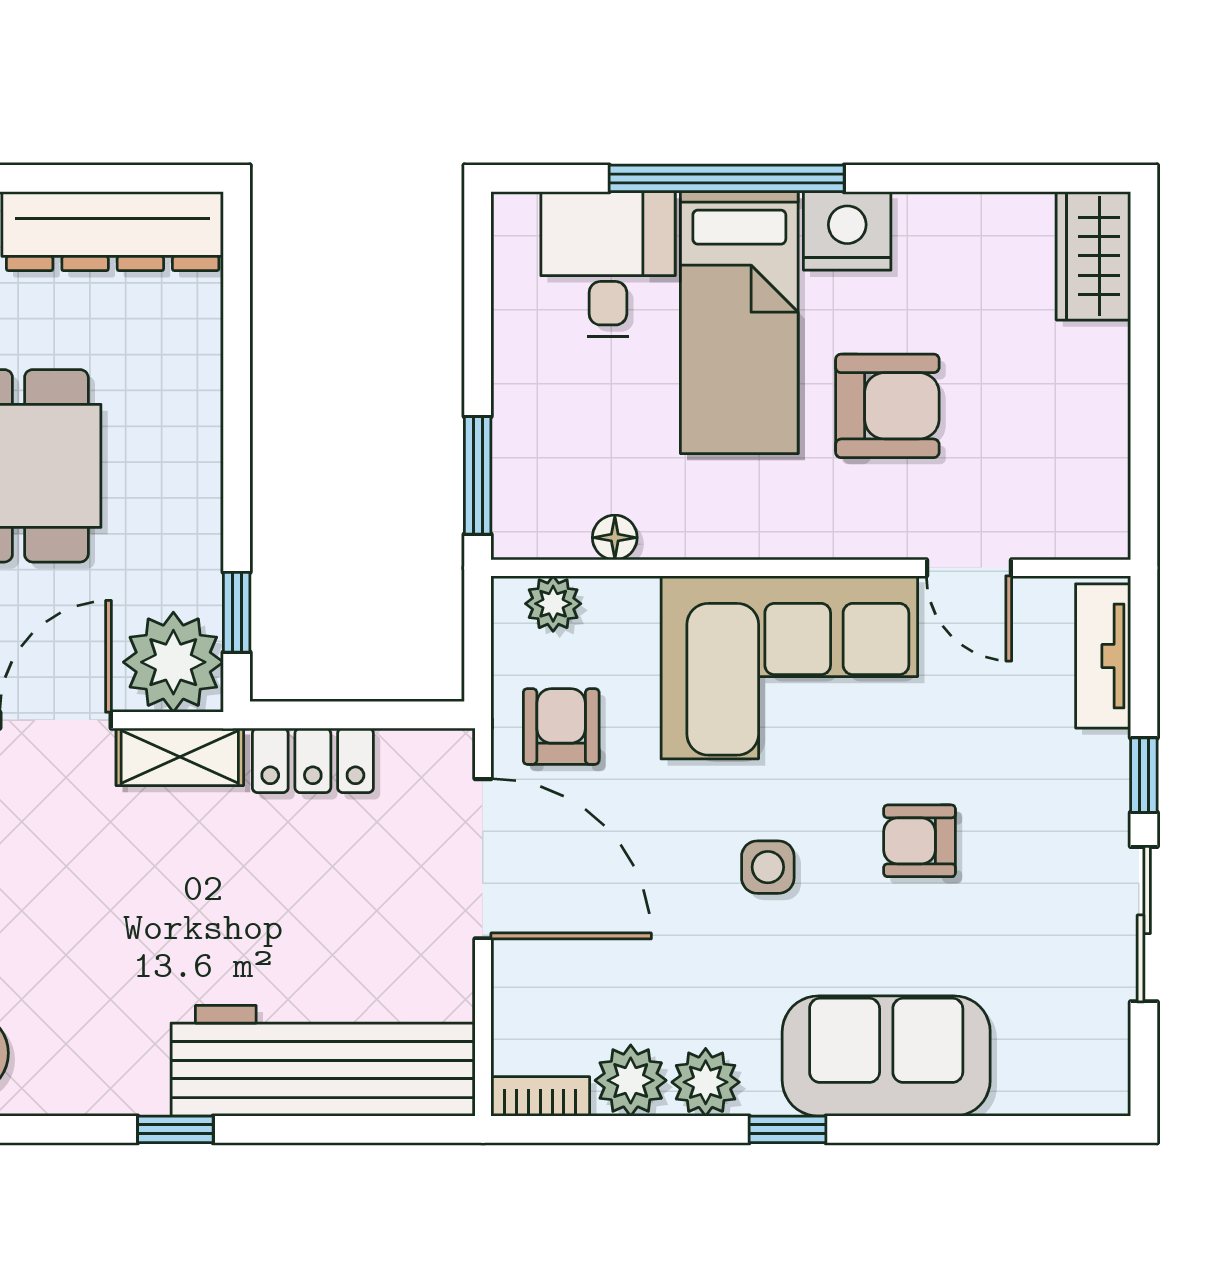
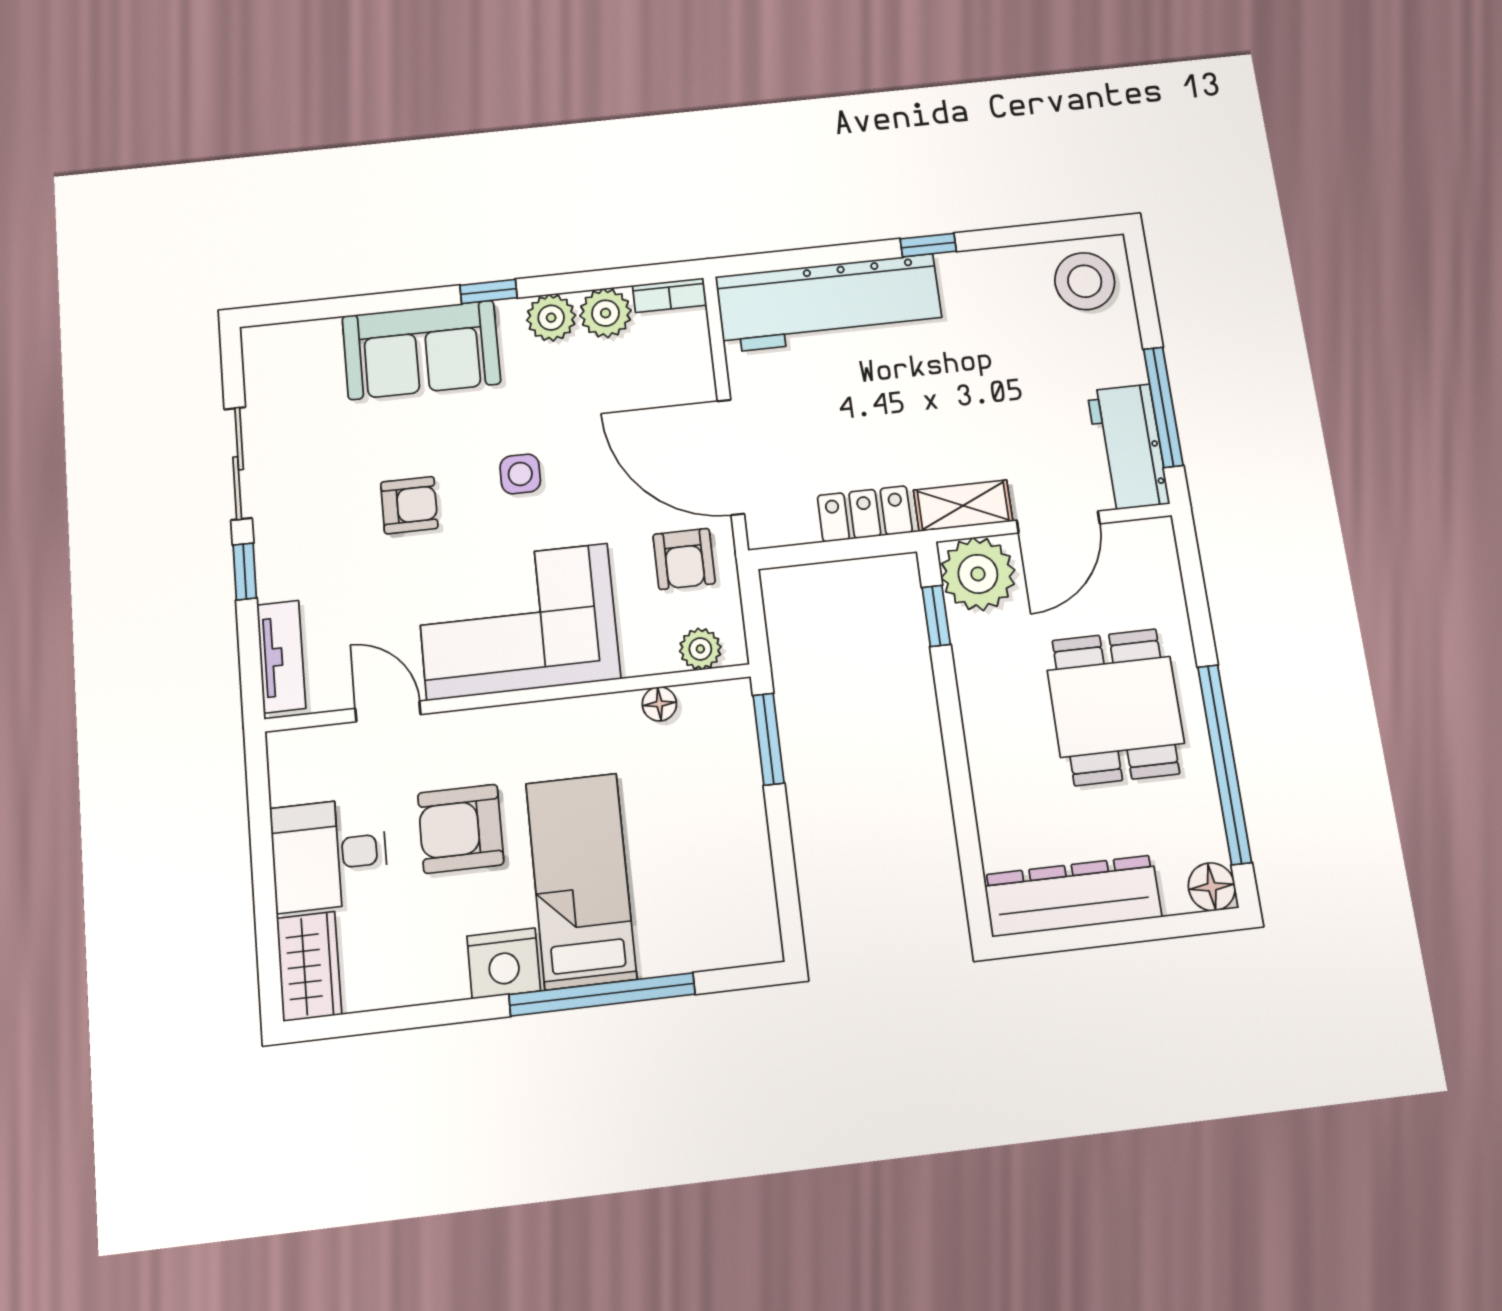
desk: (608, 264) -> (329, 855), moved, turned 90

